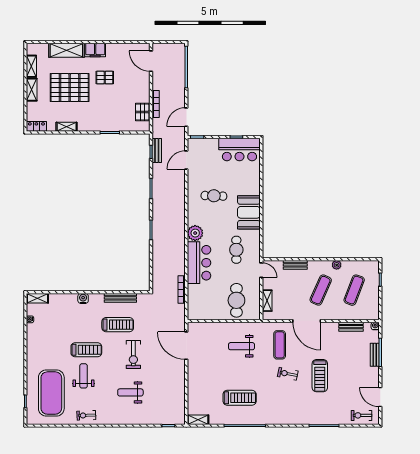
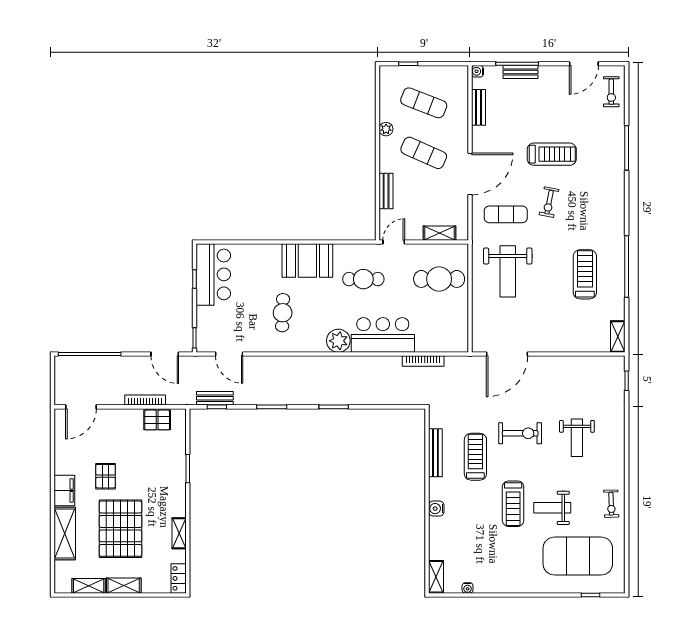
weight bench: (241, 346) -> (508, 271), width x1.36, depth x1.33
treadmill: (86, 350) -> (513, 504), turned 180

